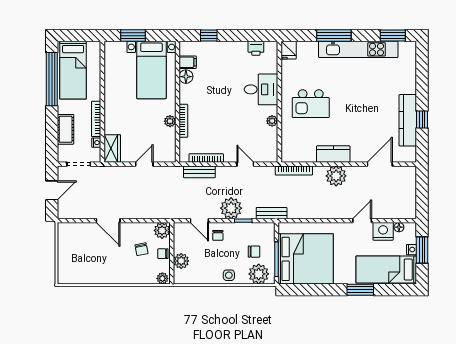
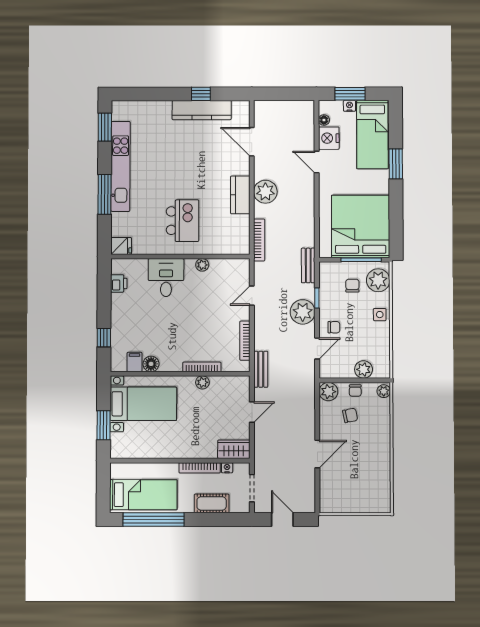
door: (144, 164) -> (252, 412), swing flipped
bench: (199, 172) -> (261, 369), moved

